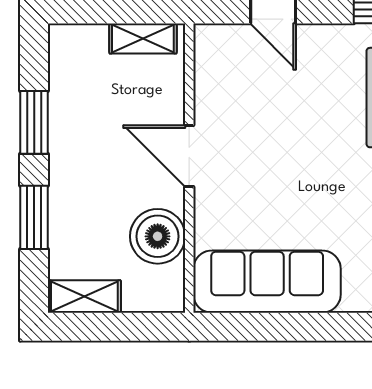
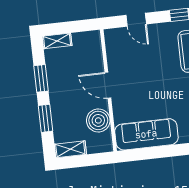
shelving: (143, 39) -> (57, 41), moved

